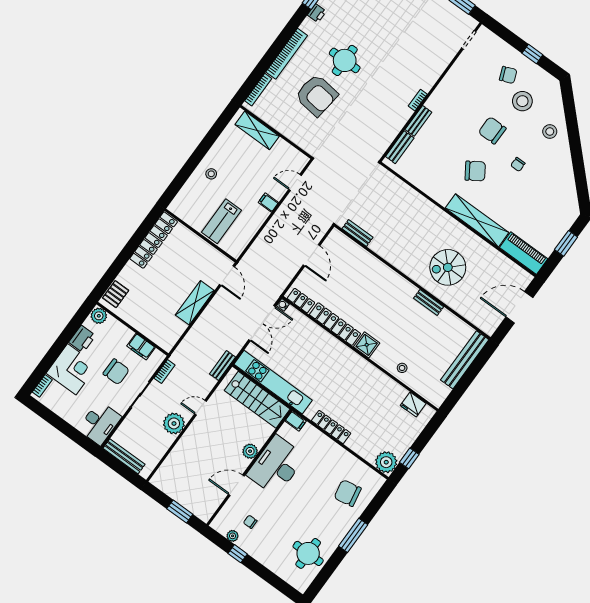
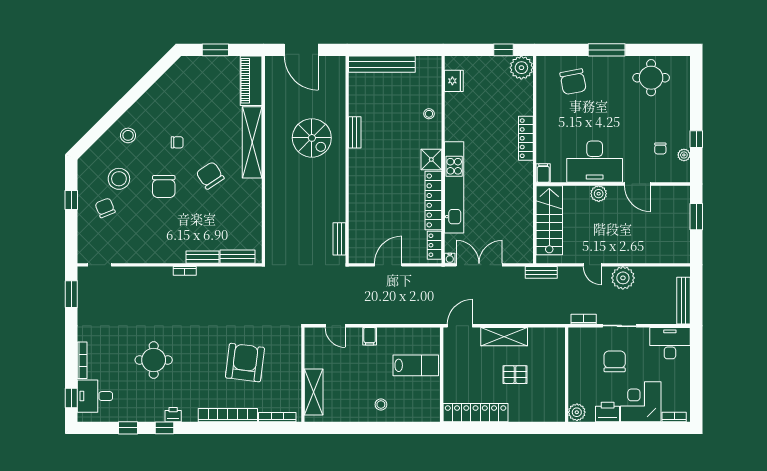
round table: (345, 60) -> (154, 360), moved
pallet: (116, 294) -> (515, 375), moved
filing cabinet: (141, 347) -> (577, 356), removed
kitchen unit: (273, 382) -> (454, 187), moved, turned 180

